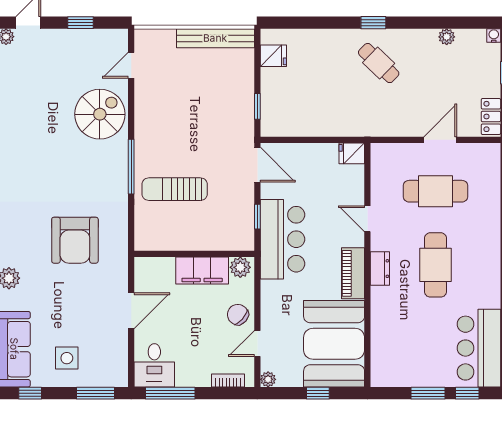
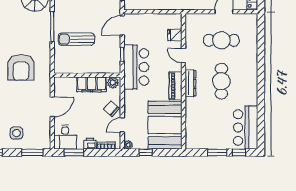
fridge: (352, 153) -> (175, 35), moved
door: (257, 165) -> (122, 26), swing flipped
dresser: (380, 269) -> (190, 83), width x1.44
printer: (199, 377) -> (90, 144), added
window: (170, 393) -> (74, 152), width x0.69
window: (318, 393) -> (146, 152), moved

